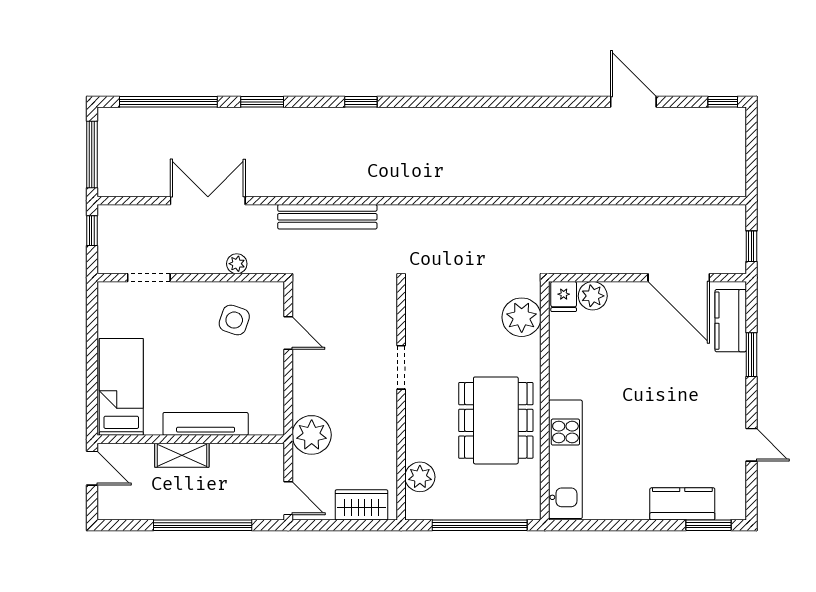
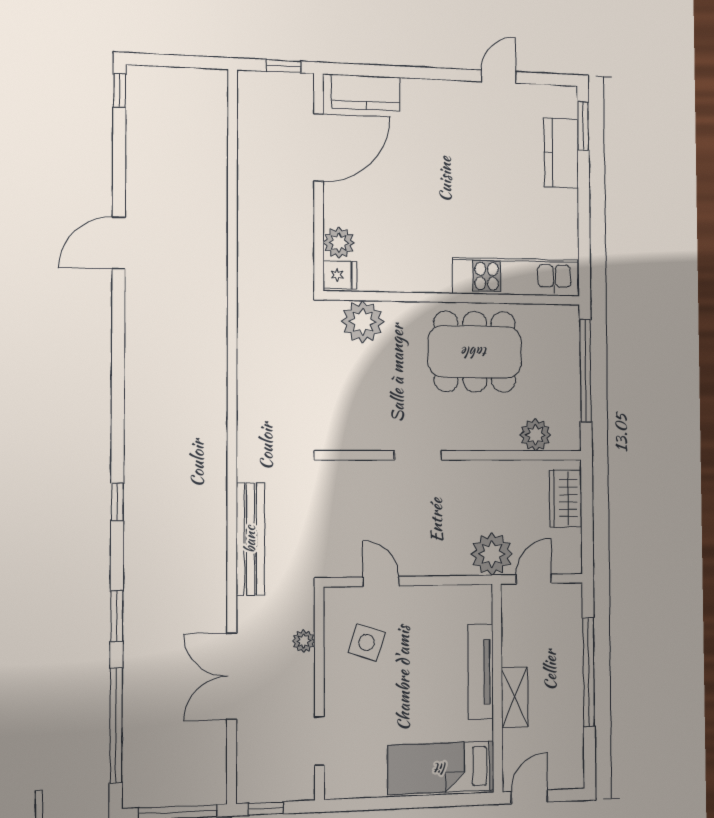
door: (633, 102) -> (119, 243), moved
door: (288, 333) -> (381, 582), hinge flipped
window: (751, 355) -> (403, 72), removed
door: (288, 498) -> (534, 579), moved

